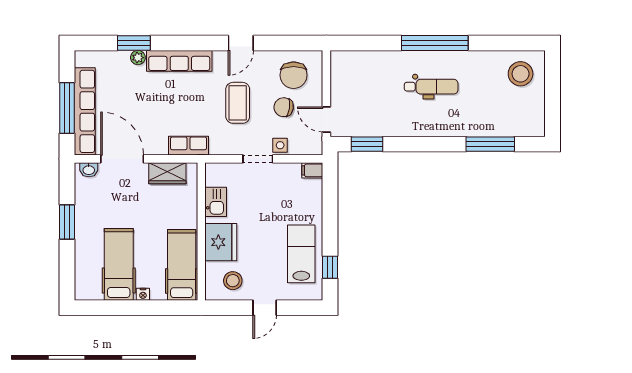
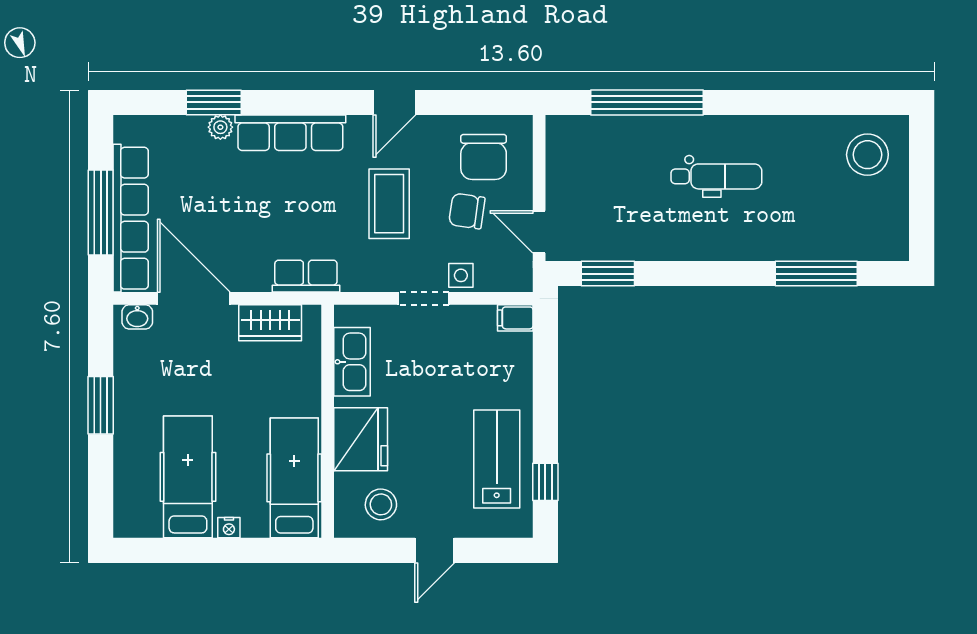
window: (435, 43) -> (647, 102), moved
kitchen sink: (216, 202) -> (352, 362), width x1.38

